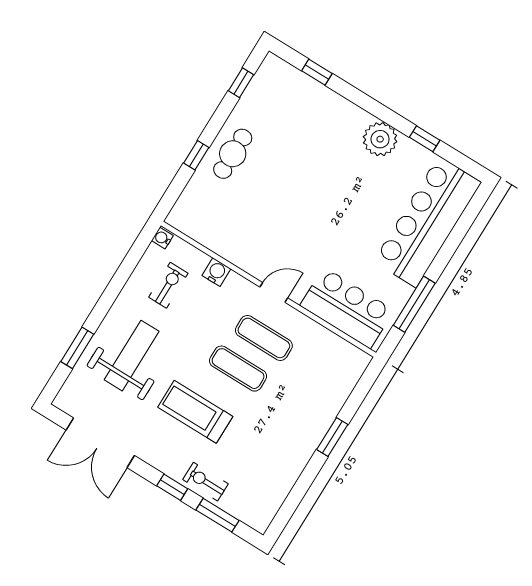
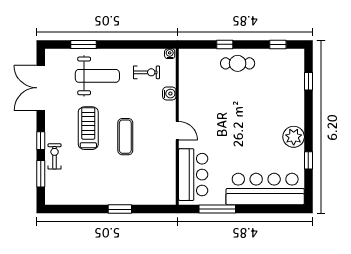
exercise mat: (264, 338) -> (150, 140), removed

